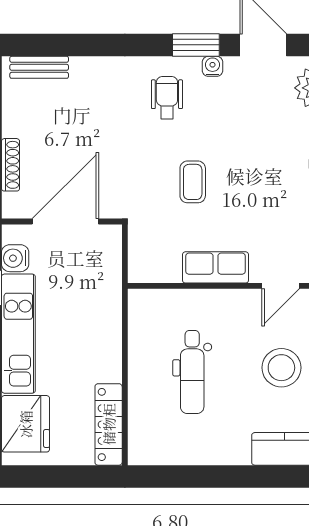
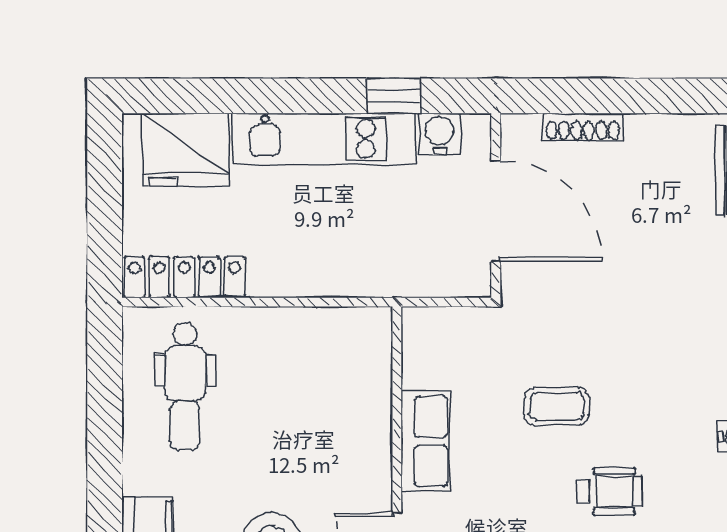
wheelchair: (167, 98) -> (609, 491), moved
dental chair: (192, 372) -> (185, 386), moved, turned -90

